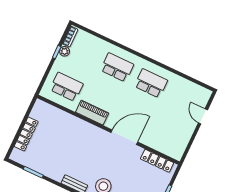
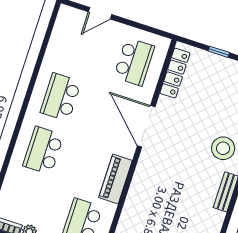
school desk: (168, 135) -> (134, 62), added

